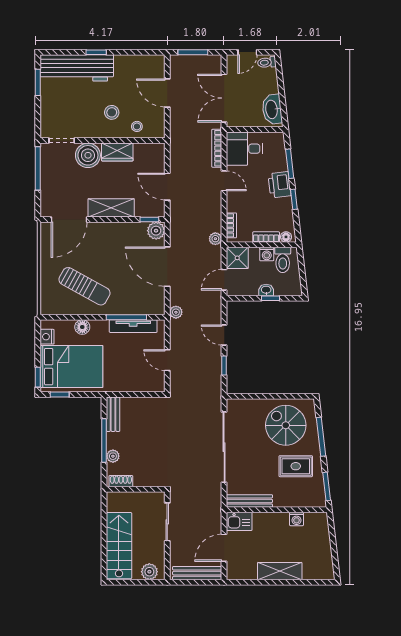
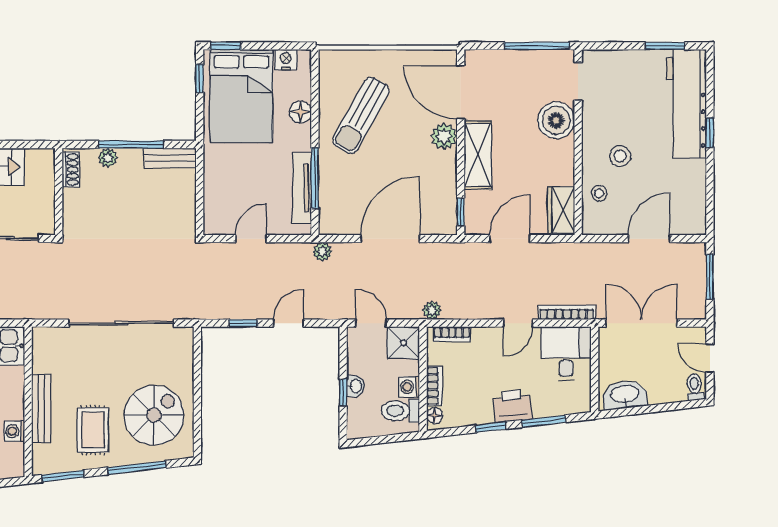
wardrobe: (117, 152) -> (561, 210), moved
plant: (156, 231) -> (444, 136), moved
bench: (249, 501) -> (41, 409), moved

